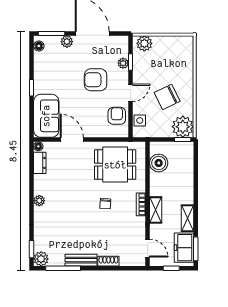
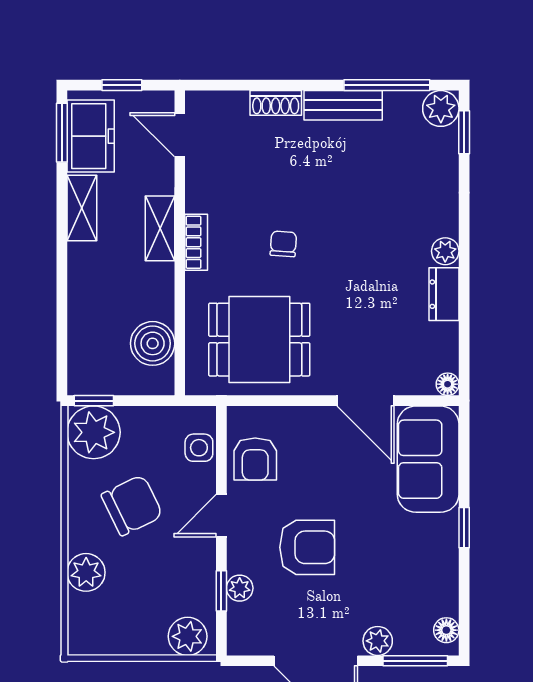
plant: (186, 70) -> (86, 572), added
dresser: (40, 163) -> (444, 294), moved

